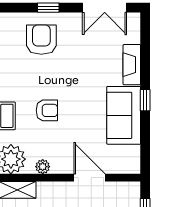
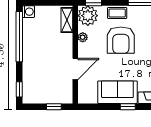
armchair: (47, 110) -> (121, 40), width x1.88, depth x1.88

